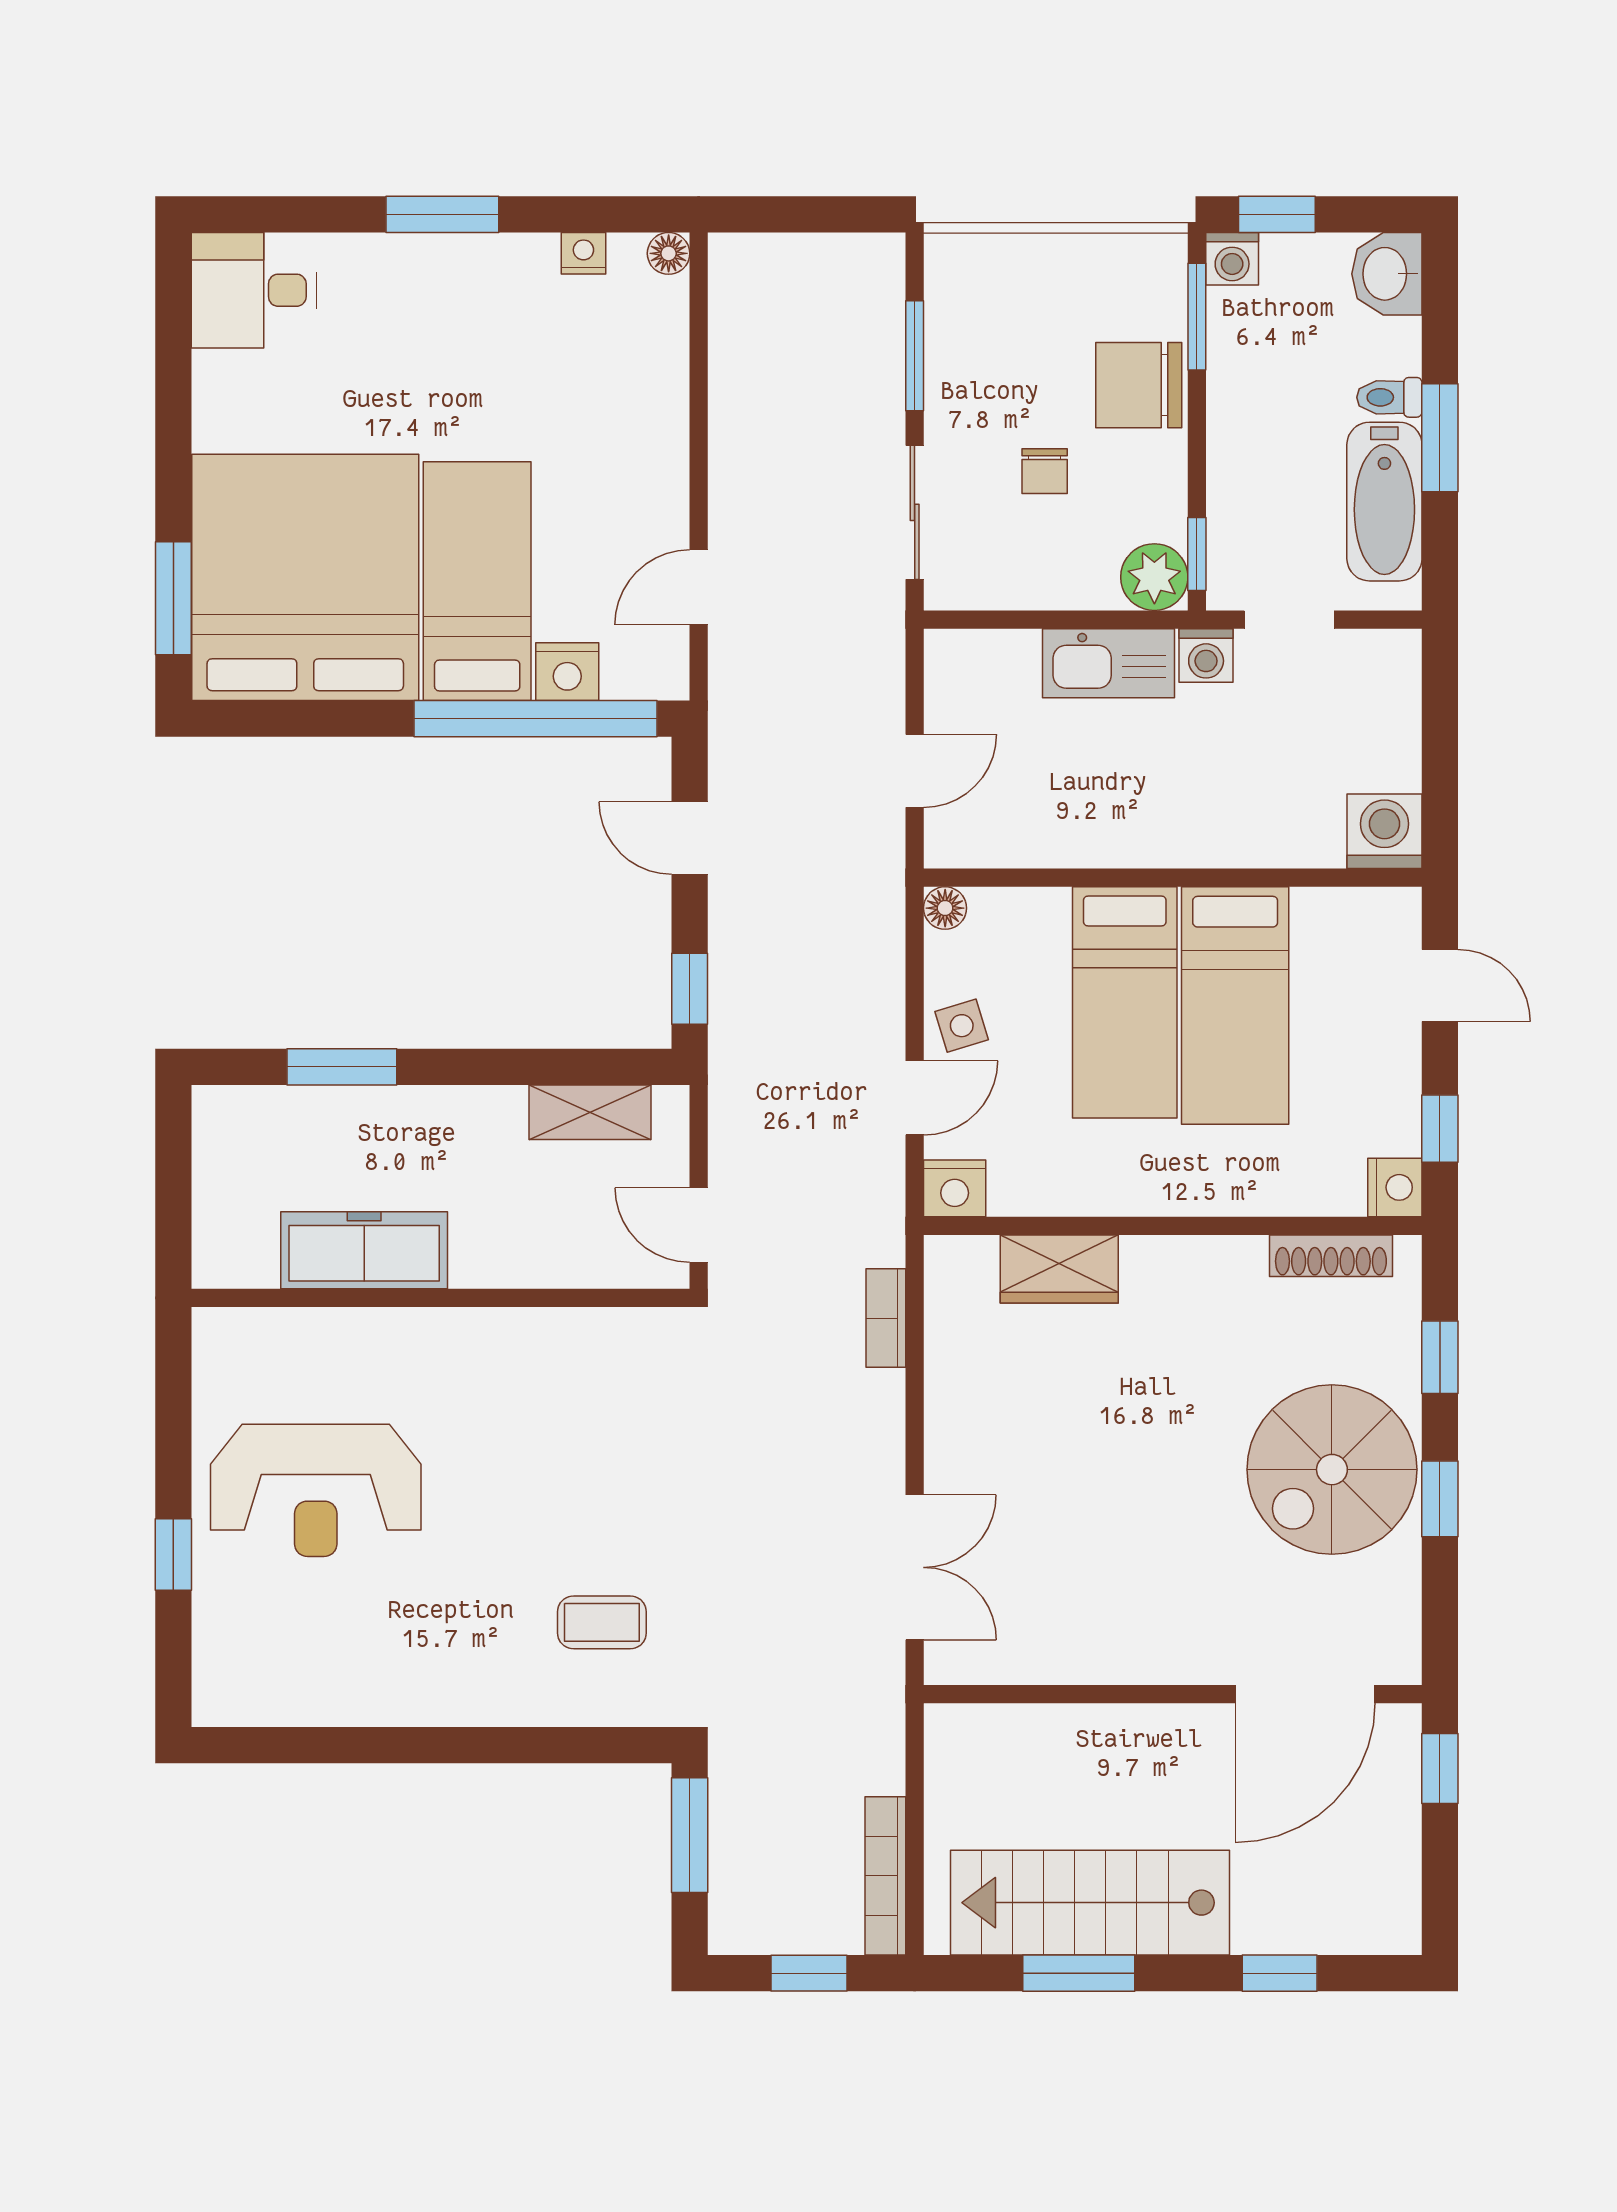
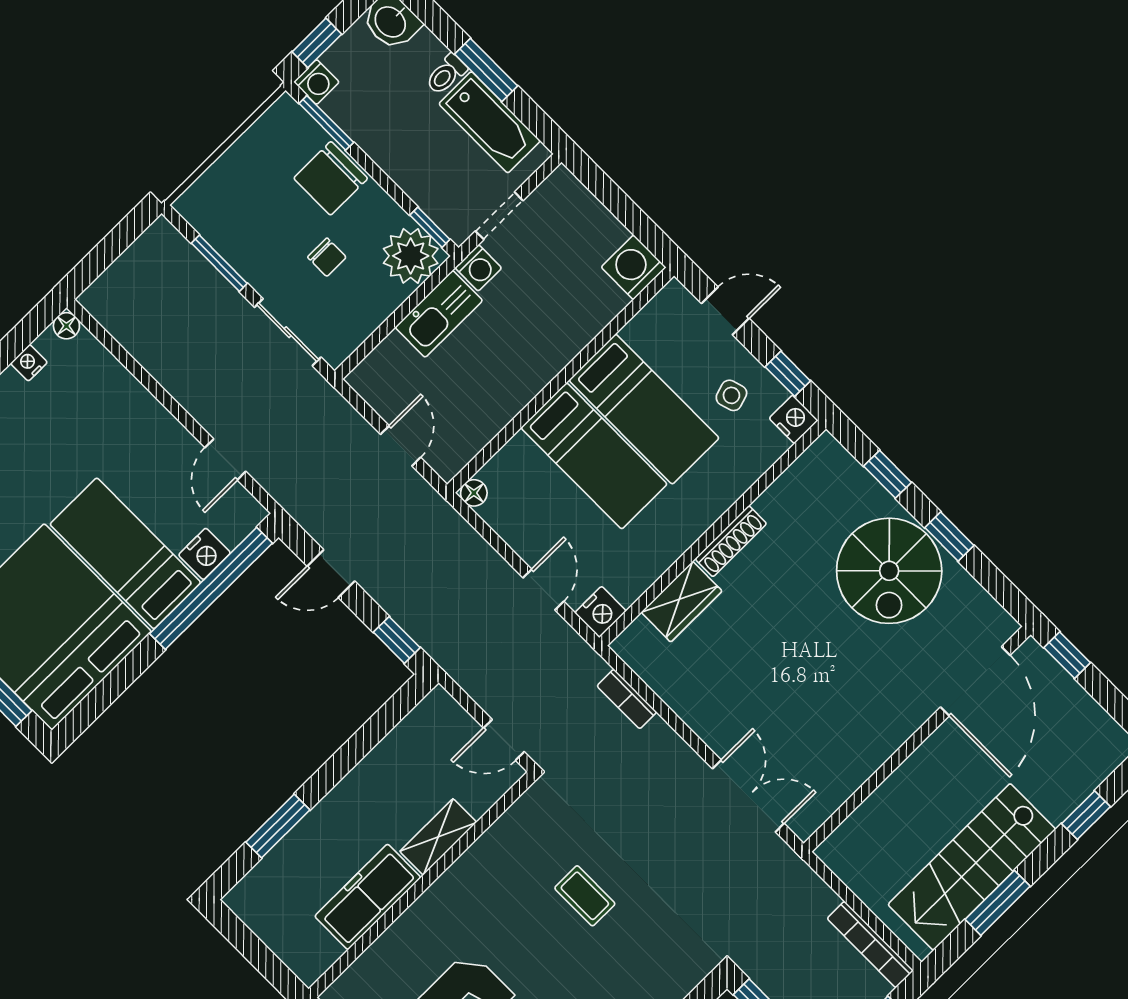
plant: (1154, 577) -> (411, 256), width x1.36, depth x1.36
side table: (962, 1026) -> (731, 395), moved
shelving: (590, 1112) -> (438, 837), moved
shoe rack: (1331, 1256) -> (731, 541), moved
coffee table: (602, 1622) -> (585, 896), moved, turned 90

